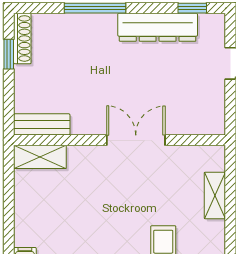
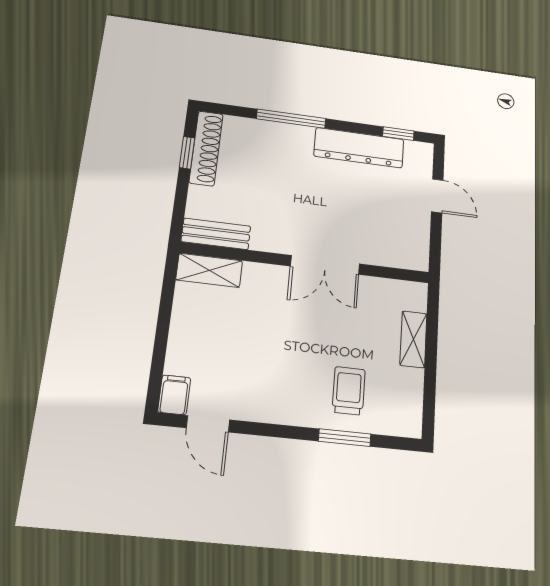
shoe rack: (22, 38) -> (206, 148), width x1.36, depth x1.24
double door: (136, 140) -> (325, 265), swing flipped

